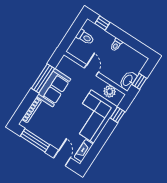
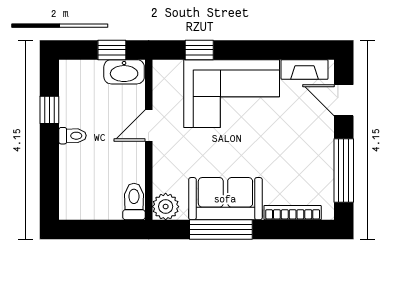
window: (102, 23) -> (49, 110), moved
toilet: (85, 37) -> (134, 202), moved
door: (91, 70) -> (149, 125), moved
plant: (110, 91) -> (166, 207), moved
door: (62, 158) -> (344, 100), hinge flipped

